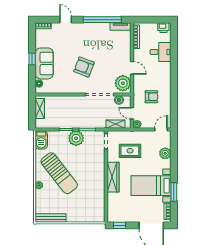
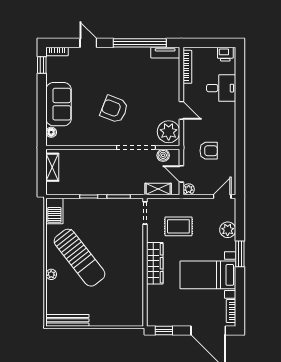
window: (32, 59) -> (42, 65), moved
plant: (76, 138) -> (103, 209), removed
window: (174, 192) -> (240, 254), moved

